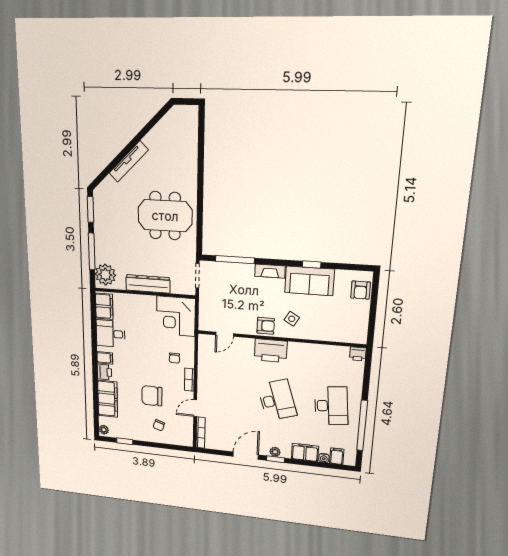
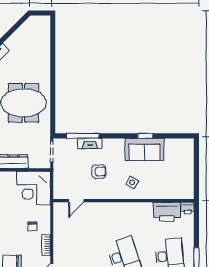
fireplace: (270, 271) -> (90, 143), moved
armchair: (361, 290) -> (185, 154), removed
armchair: (266, 326) -> (99, 172), moved
printer: (271, 351) -> (167, 212), moved

